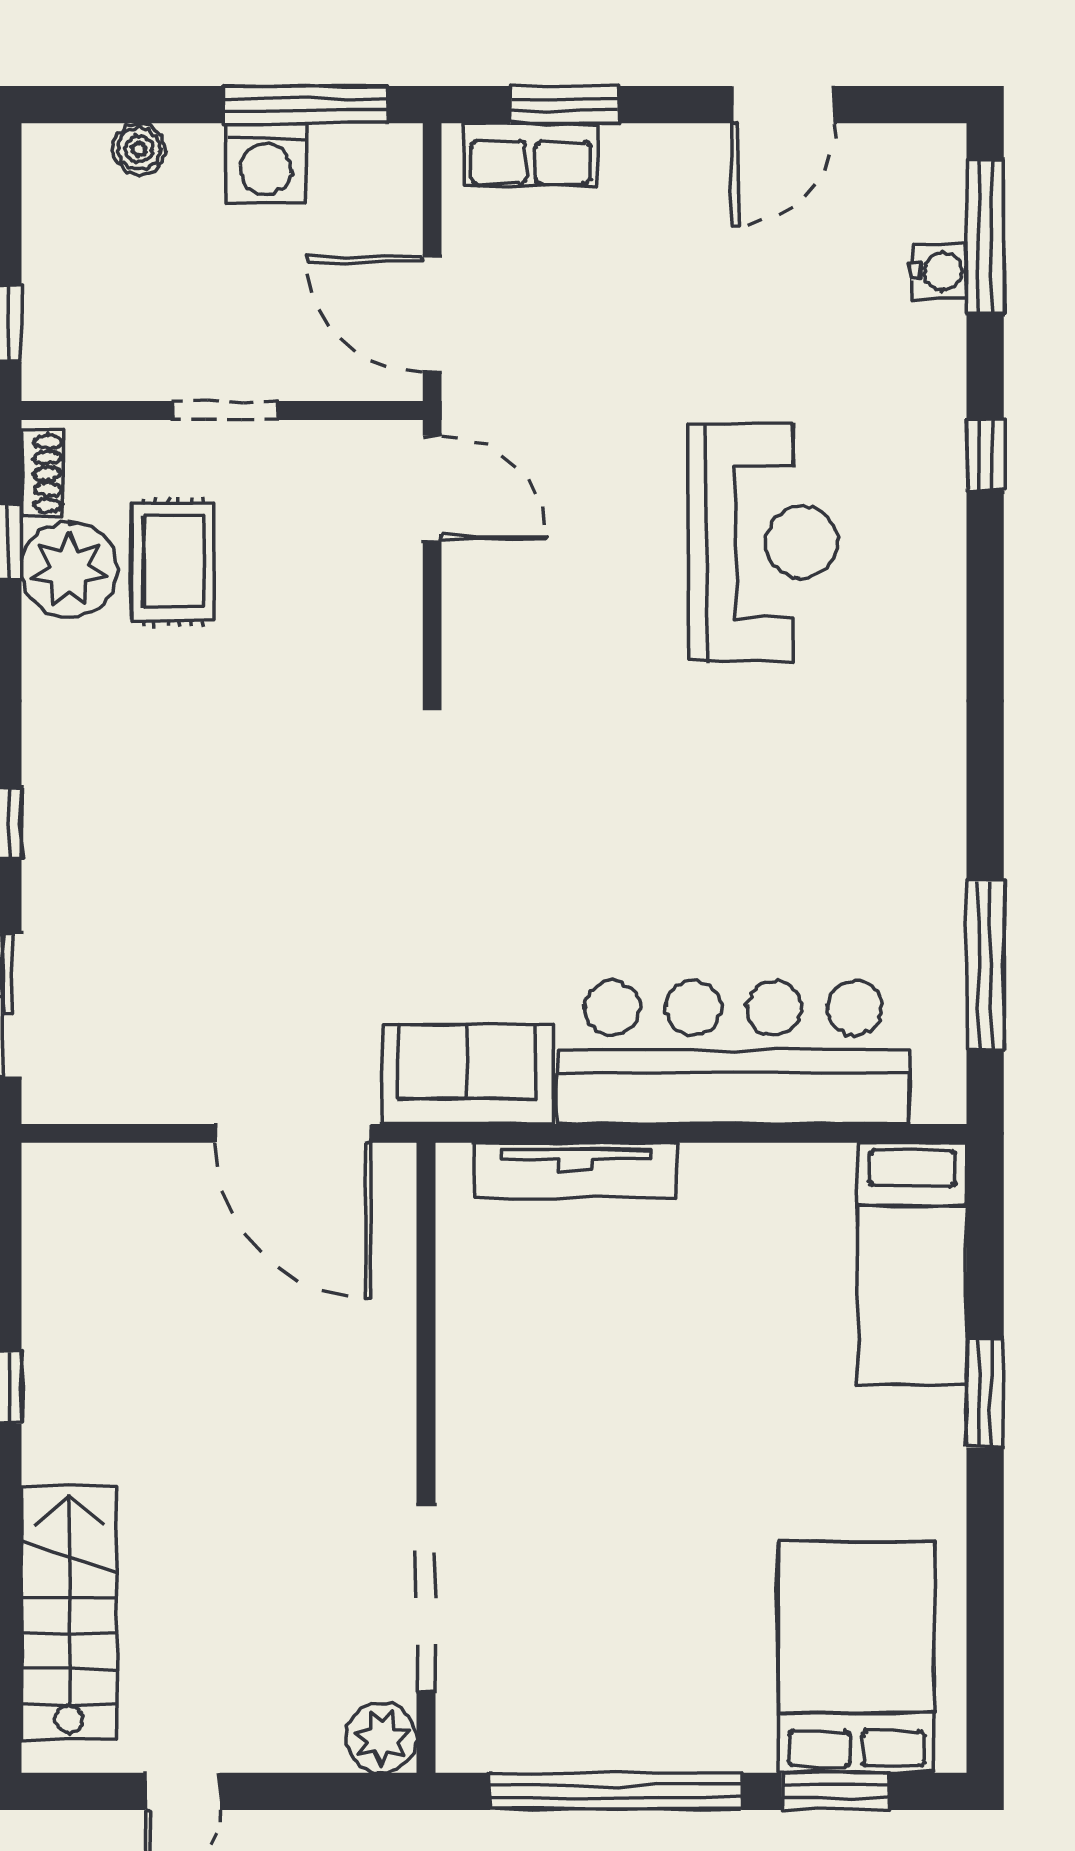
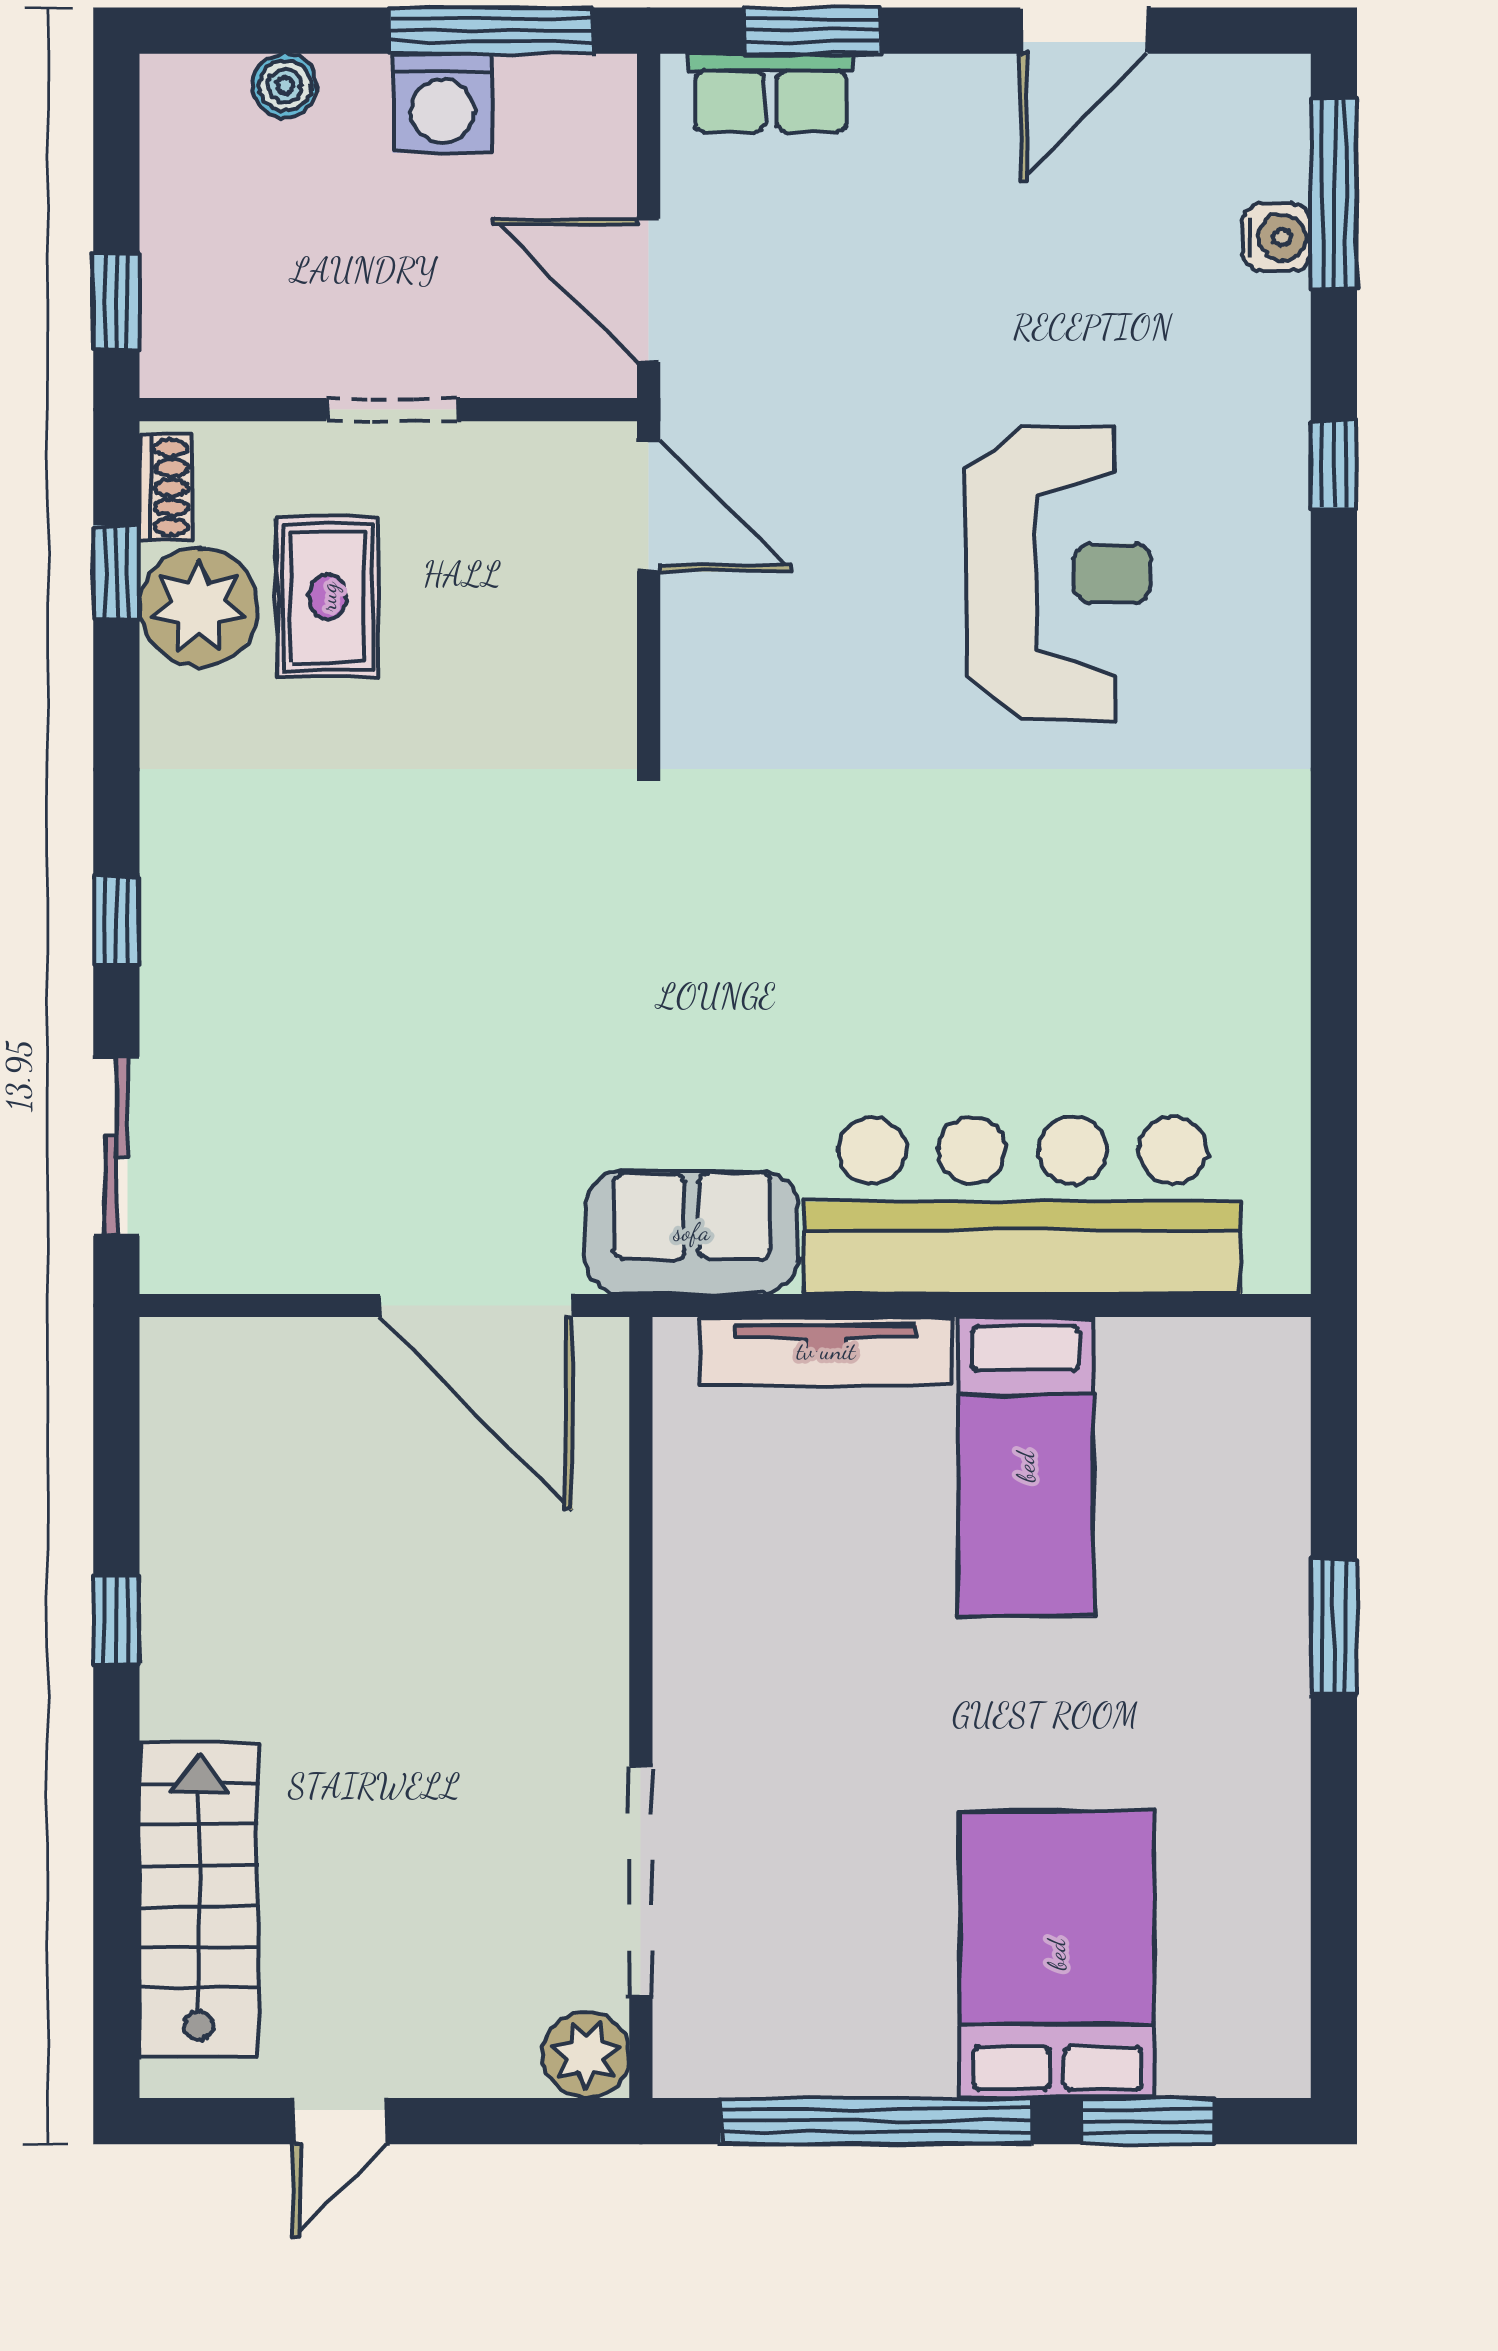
window: (985, 965) -> (1334, 1097), removed
bed: (912, 1263) -> (1026, 1467), moved
bed: (856, 1657) -> (1057, 1955), moved

